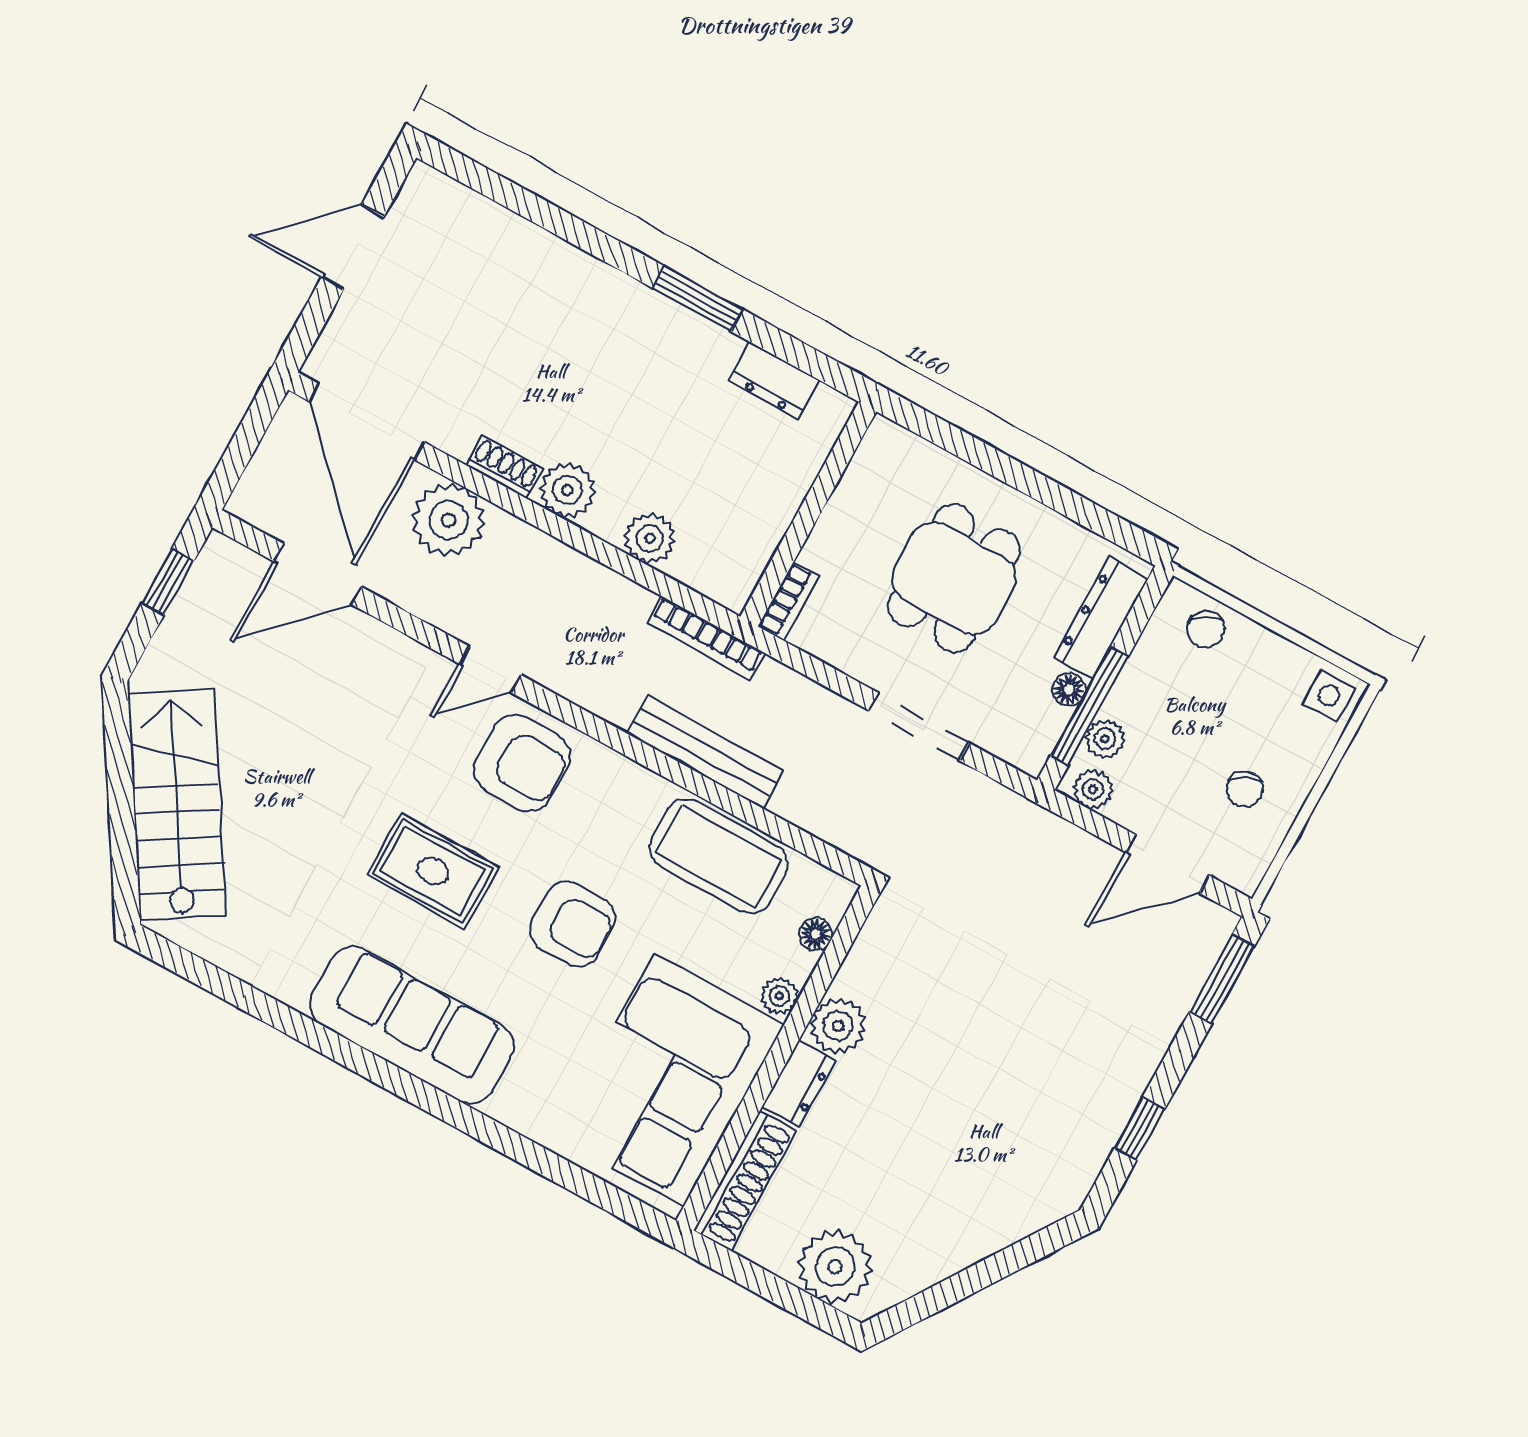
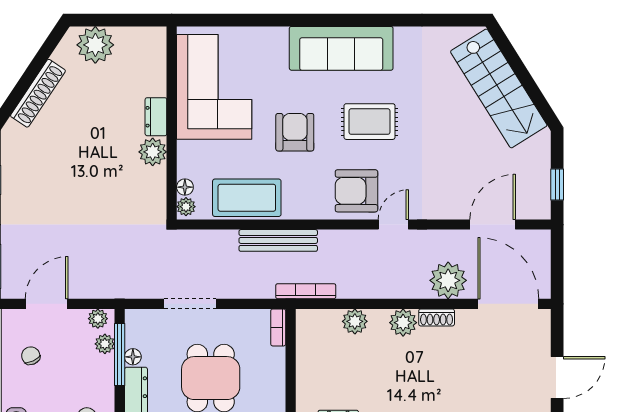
armchair: (573, 924) -> (295, 132), turned 90
plant: (779, 996) -> (186, 207), moved
shoe rack: (745, 1181) -> (38, 93), moved, turned -146

